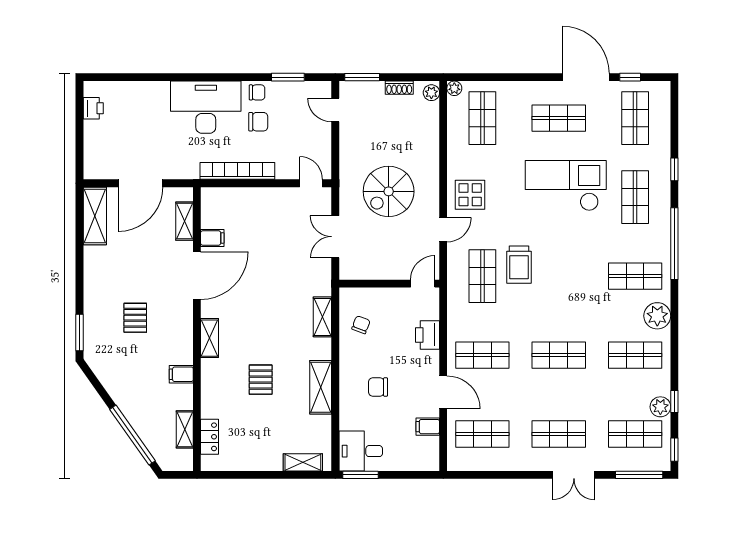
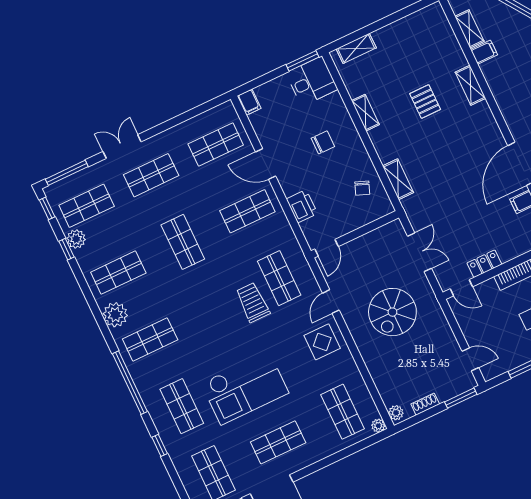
spiral stairs: (389, 191) -> (392, 312), turned 180
shelving: (210, 338) -> (470, 85), moved
shop shelf: (559, 355) -> (183, 242), turned 90
filing cabinet: (181, 374) -> (484, 52), moved
shelving: (321, 387) -> (365, 113), width x0.67, depth x0.75
filing cabinet: (428, 427) -> (249, 102), moved, turned 90
locker: (210, 437) -> (484, 264), moved, turned 90

